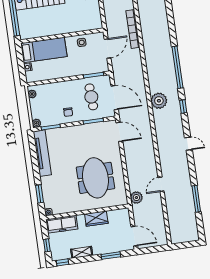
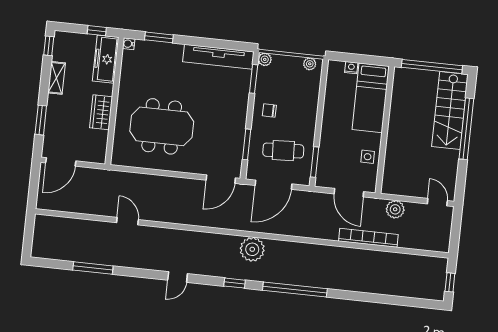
plant: (136, 198) -> (395, 209), moved
window: (47, 245) -> (97, 31), moved

